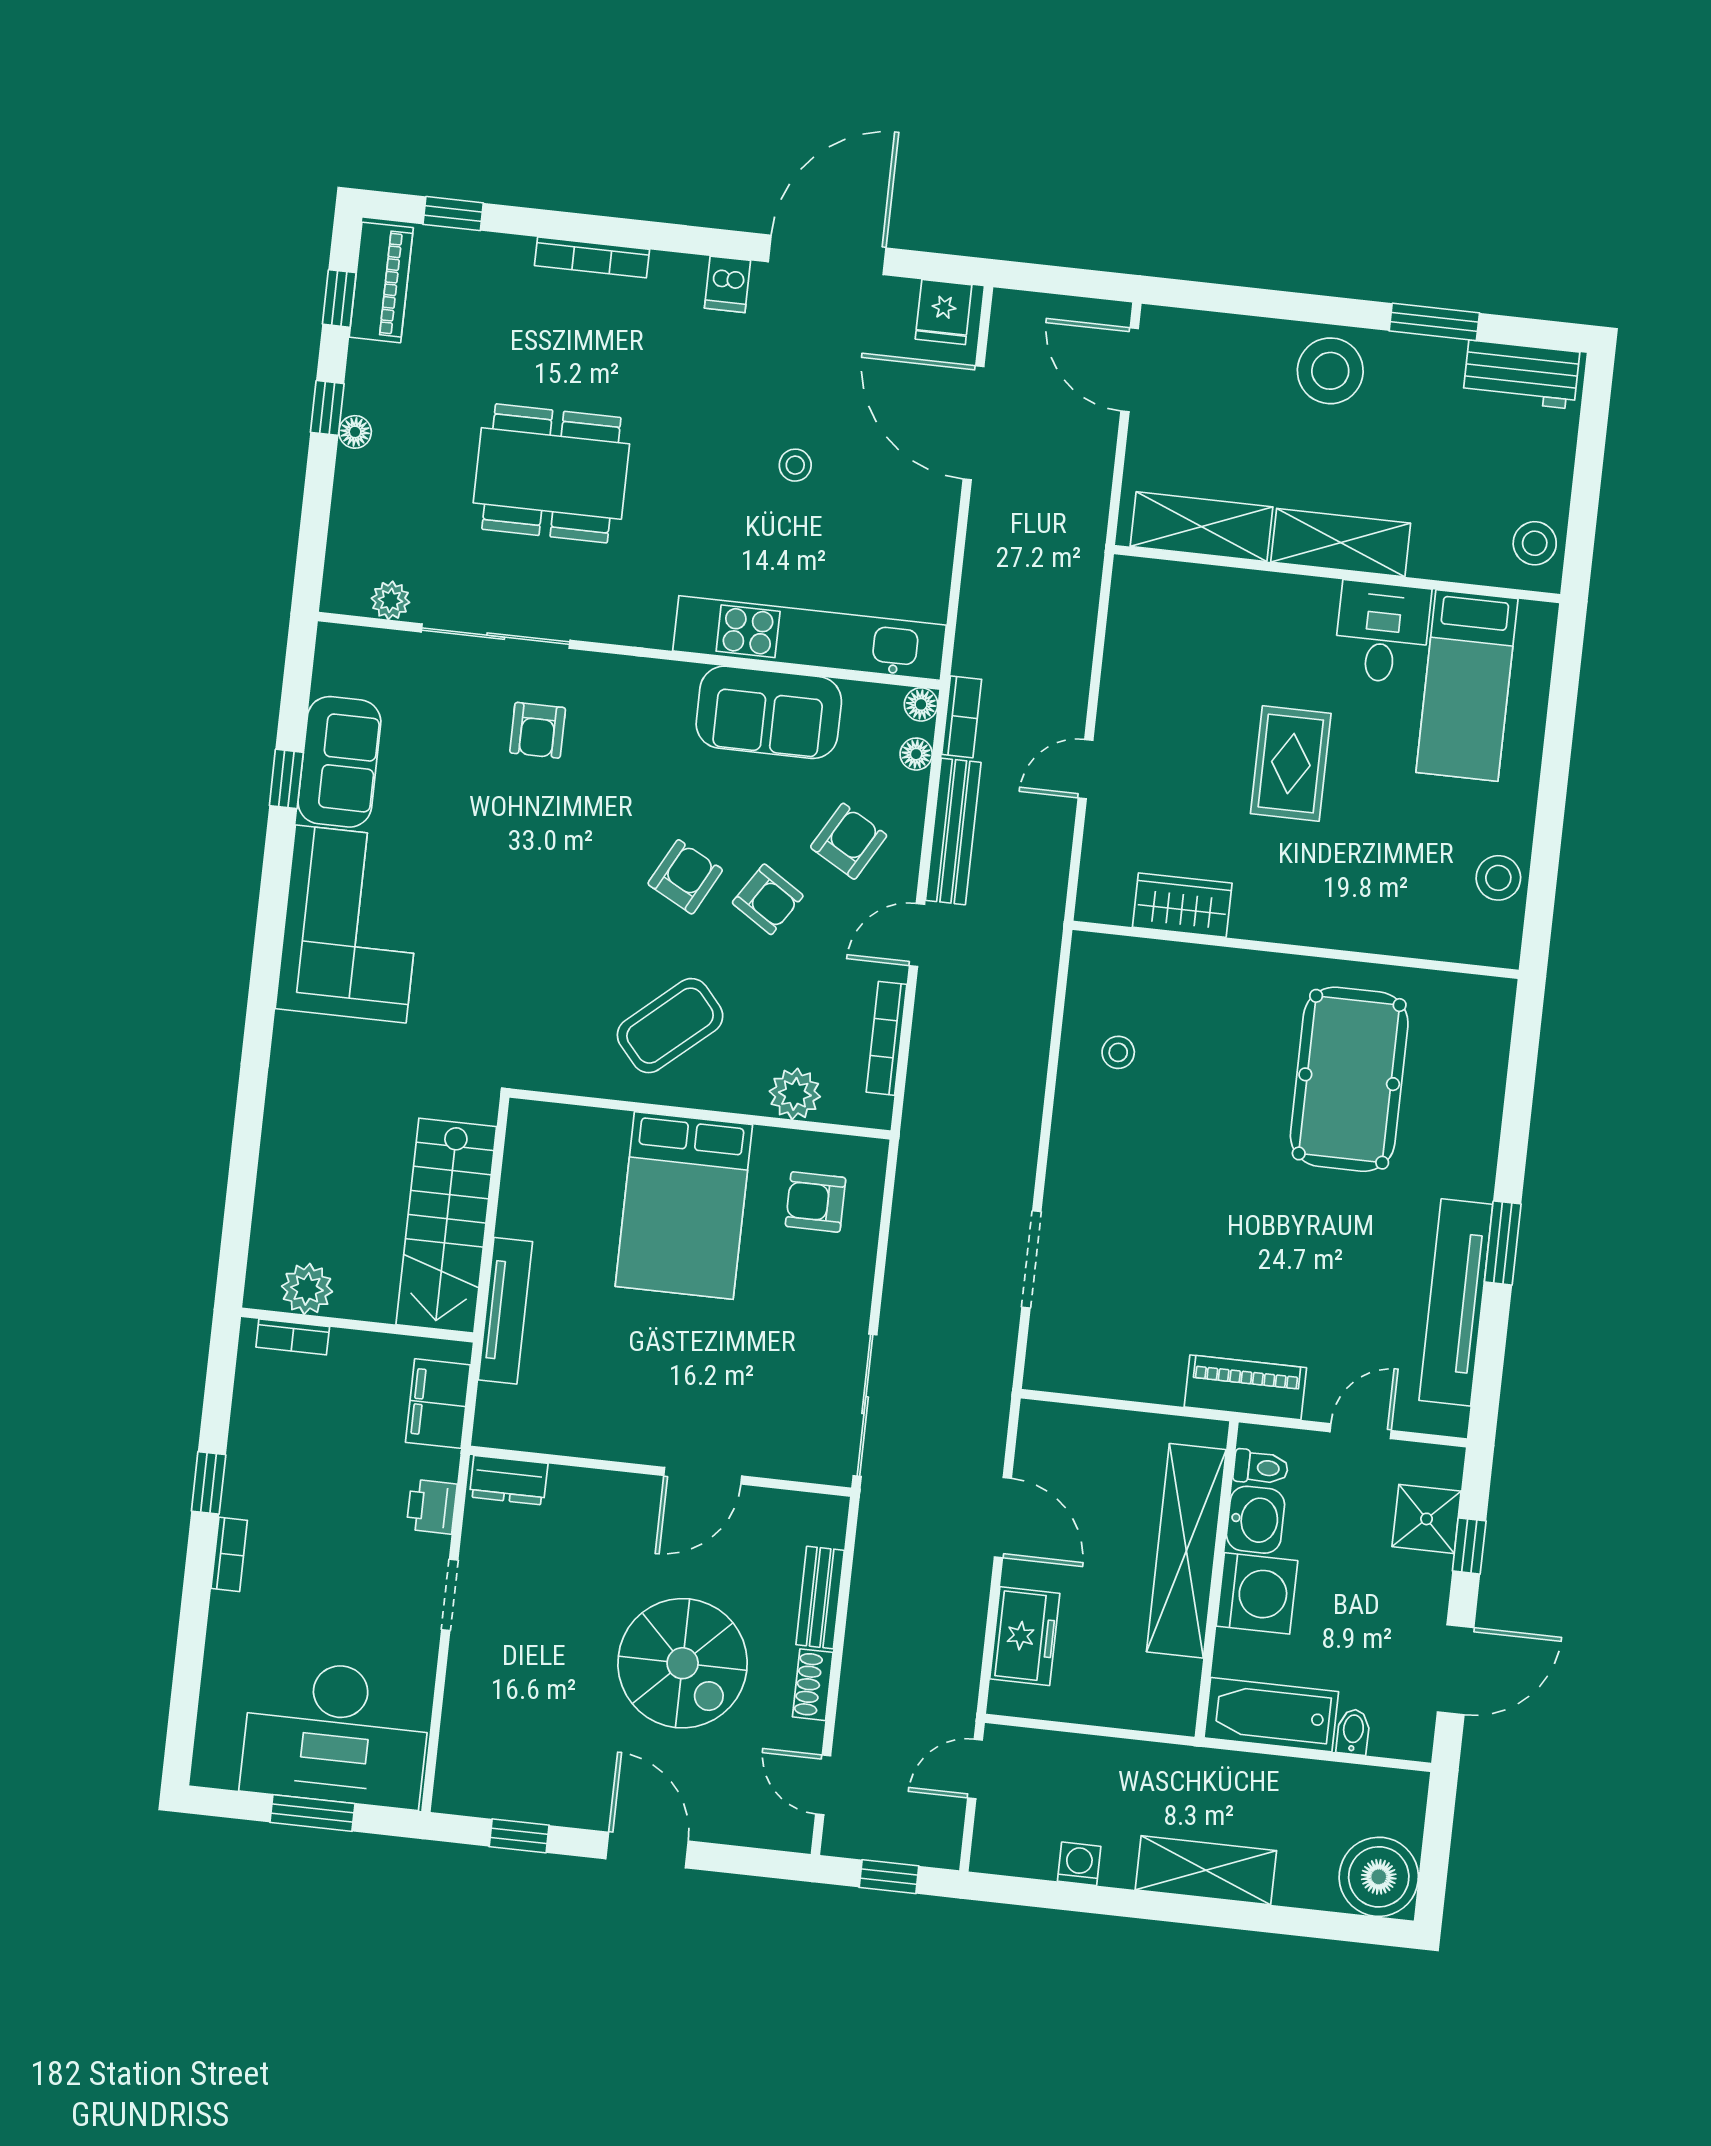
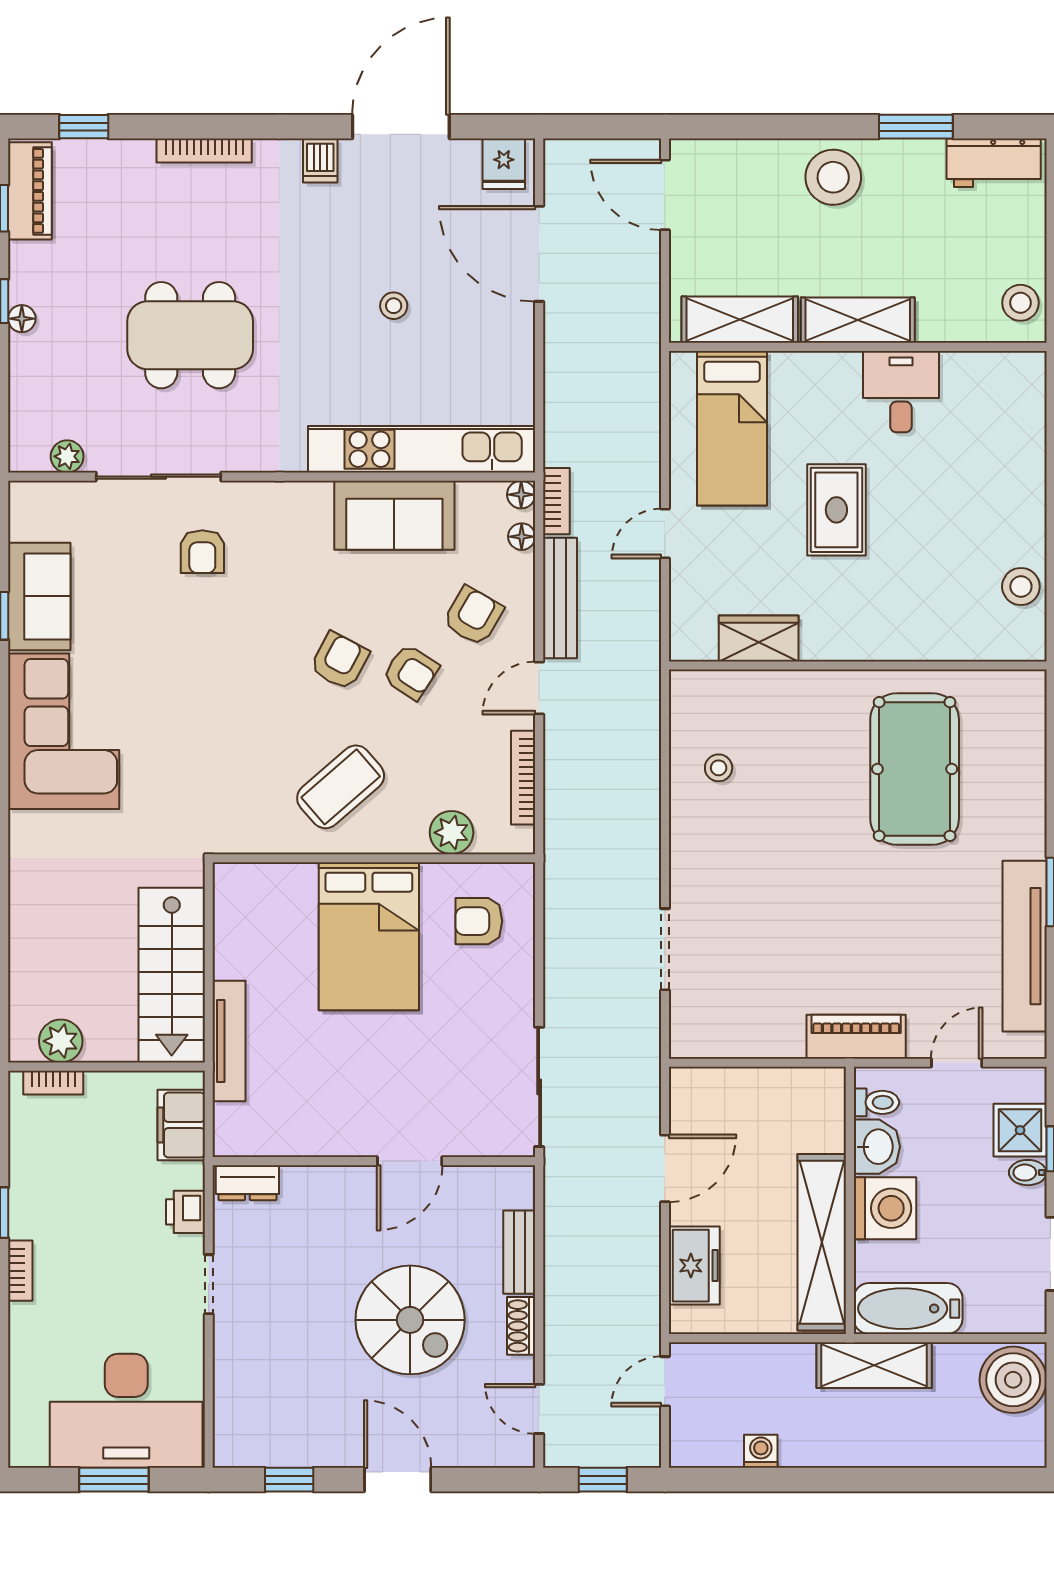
bed: (1467, 686) -> (732, 428), moved
door: (1003, 1518) -> (665, 1168), hinge flipped
shelving: (1186, 1551) -> (822, 1242), moved
bidet: (1353, 1732) -> (1028, 1173), moved, turned -90
shelving: (1206, 1870) -> (874, 1365), moved
boiler: (1379, 1877) -> (1013, 1380), moved

